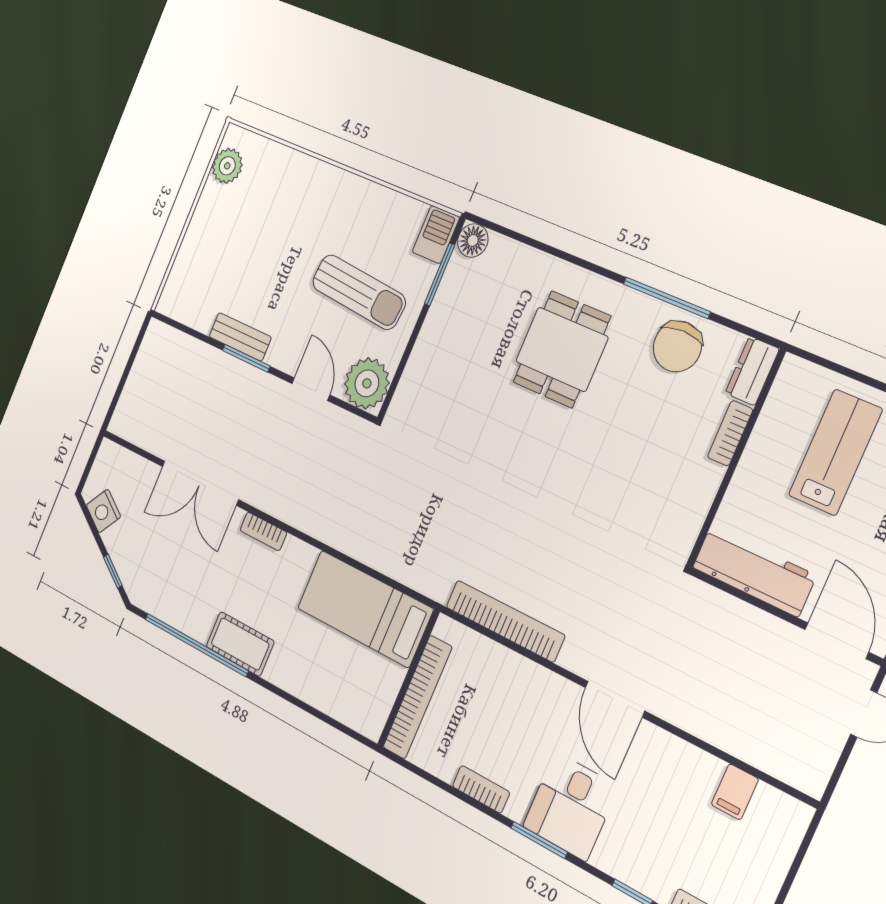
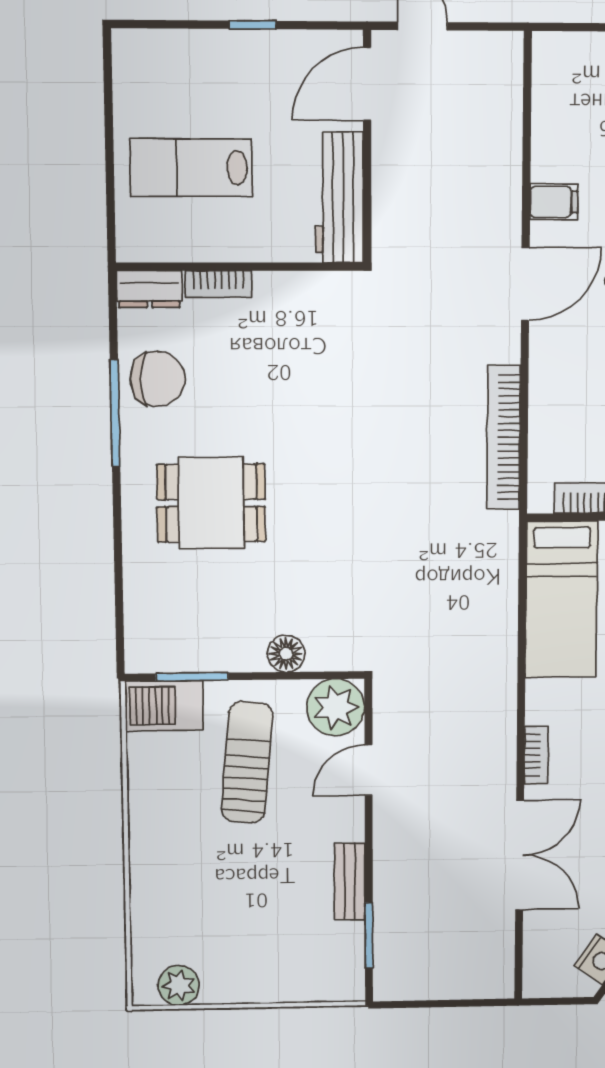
barbecue: (436, 235) -> (164, 706), width x1.38, depth x1.27
floor lamp: (473, 240) -> (286, 654), moved
window: (246, 358) -> (369, 935), moved
filing cabinet: (735, 792) -> (554, 202), moved

